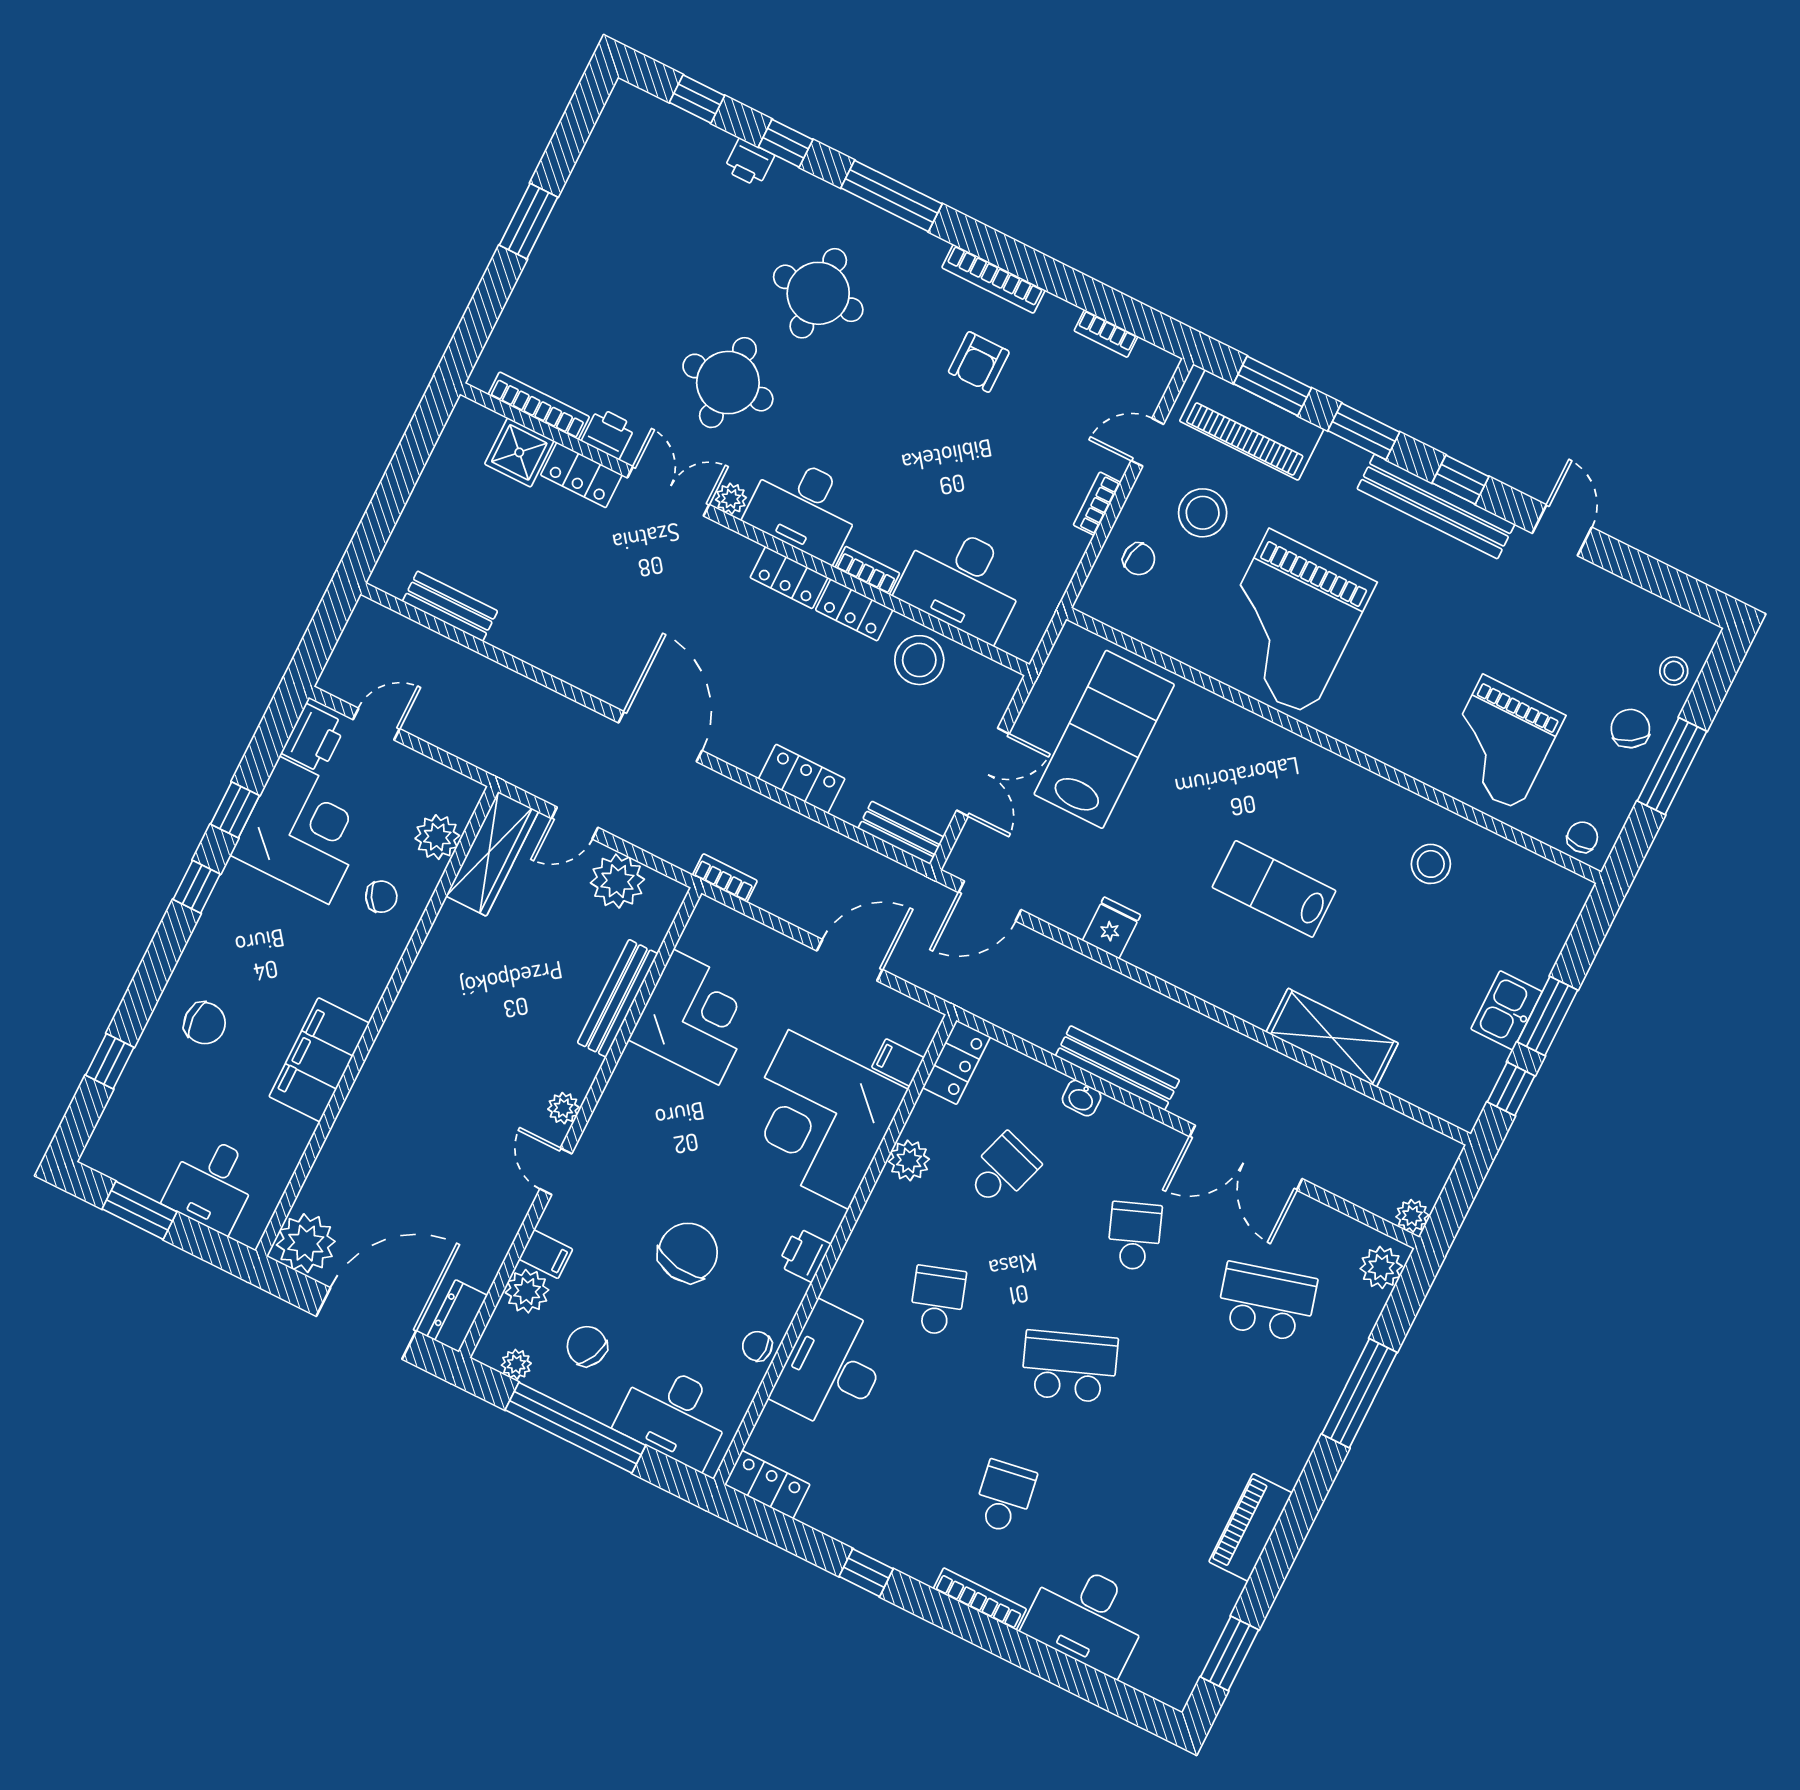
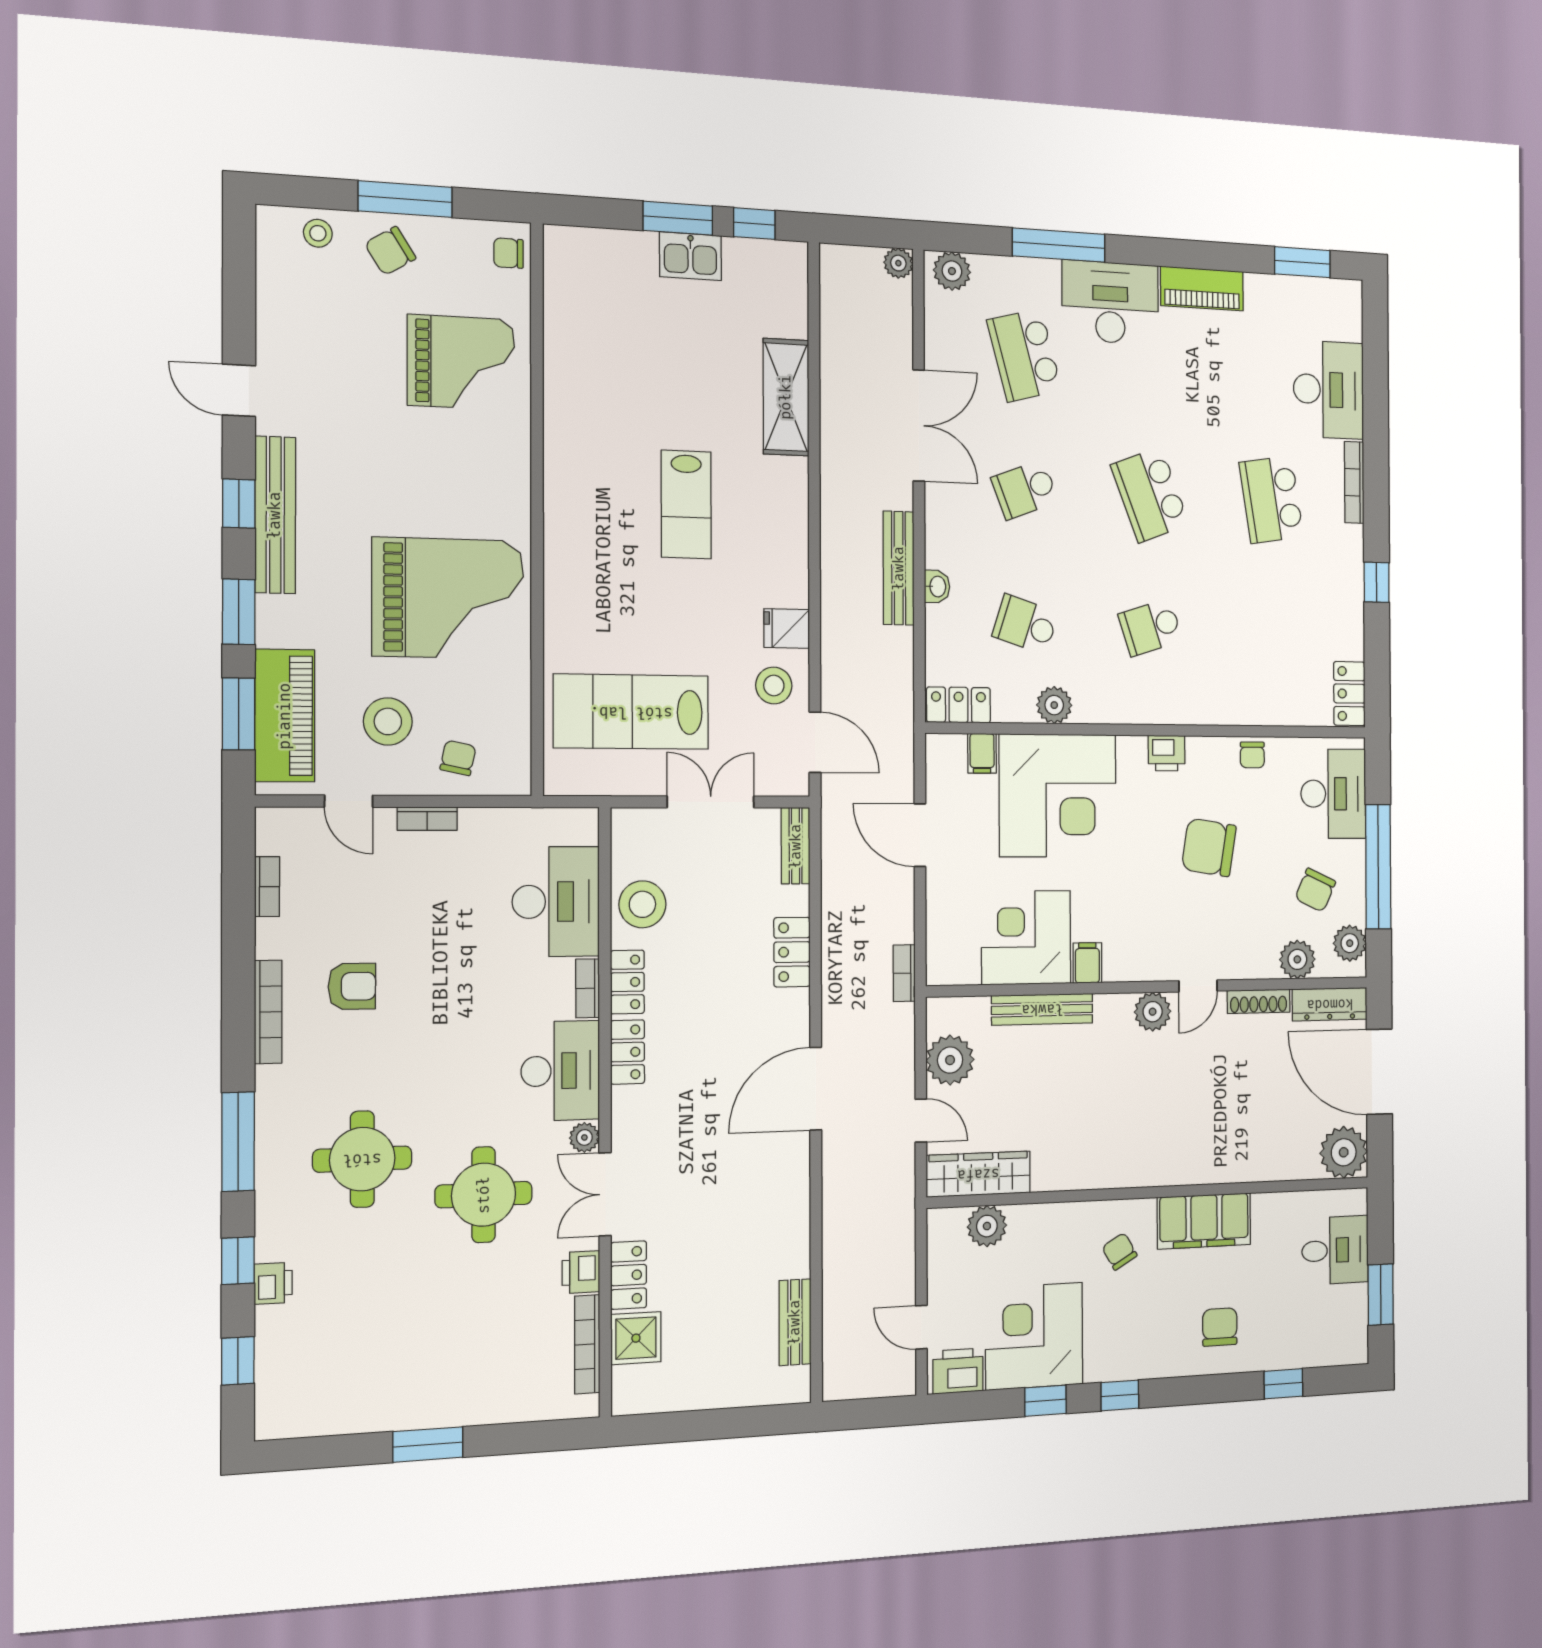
door: (1562, 530) -> (239, 390), hinge flipped
stool: (1431, 864) -> (774, 686), moved
chair: (381, 897) -> (1120, 1251), moved
plant: (563, 1108) -> (1153, 1012), width x1.38, depth x1.38
shoe rack: (507, 1228) -> (1259, 1001), added
filing cabinet: (546, 1254) -> (1087, 963), moved
dresser: (457, 1316) -> (1330, 1004), width x1.44
plant: (516, 1364) -> (1350, 943), width x1.38, depth x1.38
desk: (832, 1368) -> (1110, 302), moved, turned 180
school desk: (1004, 1497) -> (1271, 500), width x1.85

